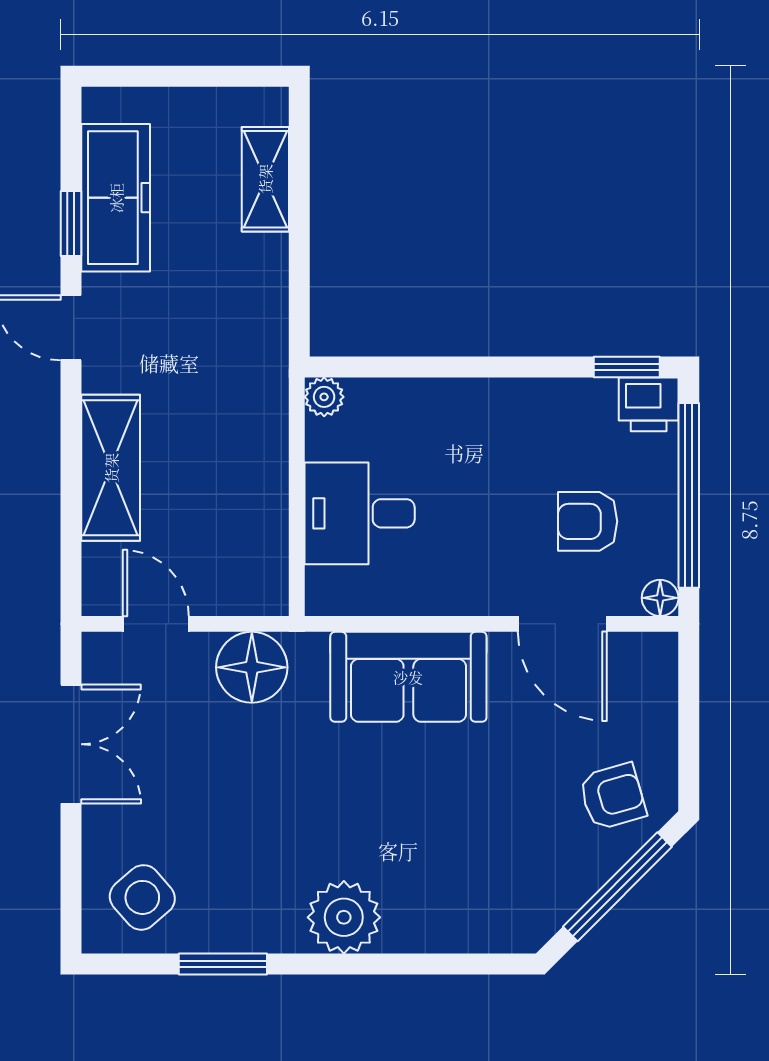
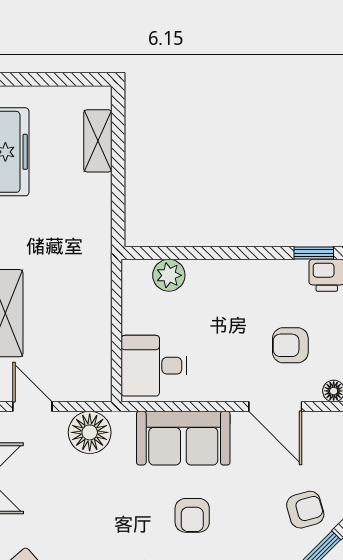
plant: (324, 397) -> (169, 275), moved, width x1.38, depth x1.38
desk: (360, 513) -> (154, 366), moved
armchair: (423, 806) -> (192, 515), added

